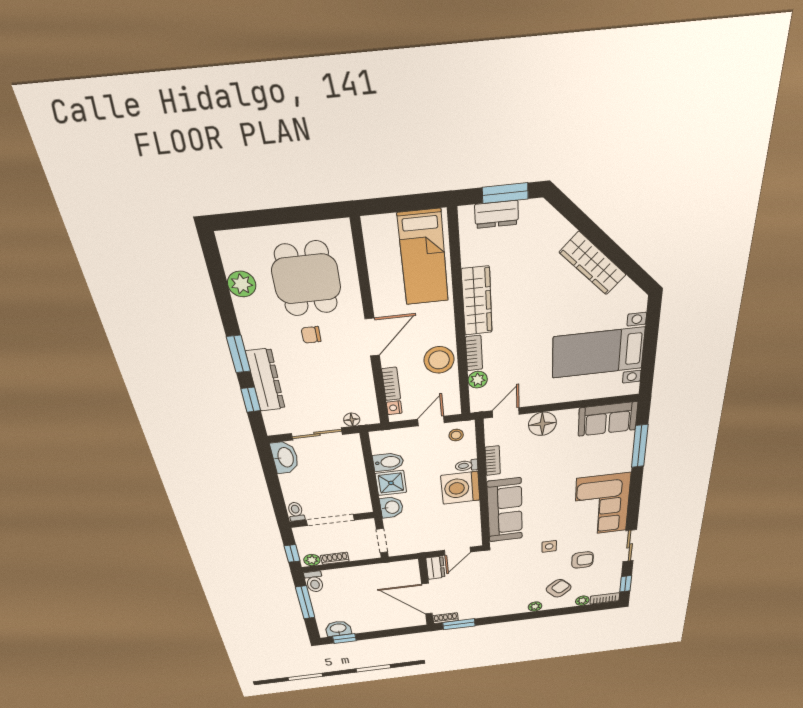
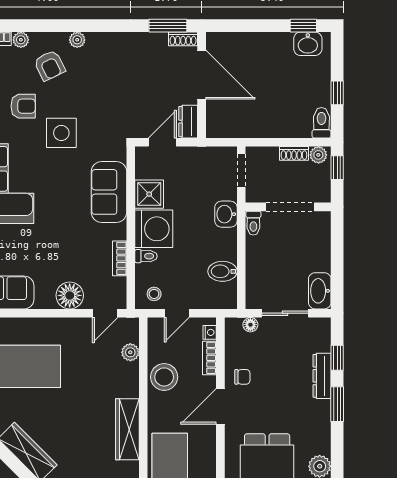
chair: (311, 335) -> (242, 377), moved
bookcase: (474, 353) -> (132, 380), removed
dresser: (266, 380) -> (322, 376), width x0.73, depth x0.80
shower: (391, 483) -> (149, 194), moved
sofa: (505, 510) -> (109, 192), width x0.73
toilet: (296, 512) -> (253, 223), moved
side table: (549, 546) -> (61, 133), width x1.87, depth x1.87
armchair: (582, 560) -> (23, 106), turned 180
armchair: (559, 588) -> (50, 65), turned -74
window: (305, 602) -> (337, 93), width x0.46

